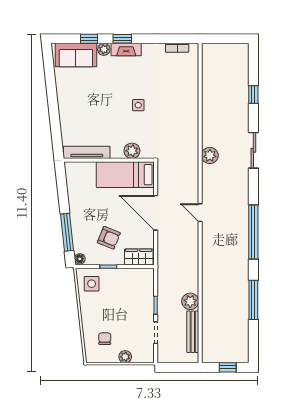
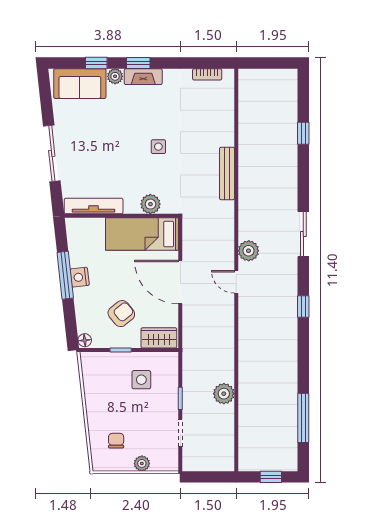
sliding door: (54, 110) -> (52, 153), added
sliding door: (253, 150) -> (303, 234), moved
plant: (210, 155) -> (249, 251), moved
nightstand: (76, 209) -> (80, 277), added
window: (67, 232) -> (65, 275), moved
window: (253, 232) -> (303, 306), width x0.32
armchair: (109, 238) -> (121, 314), turned -61
side table: (92, 284) -> (141, 380), moved
window: (253, 300) -> (303, 418), moved
bench: (193, 332) -> (227, 173), moved

